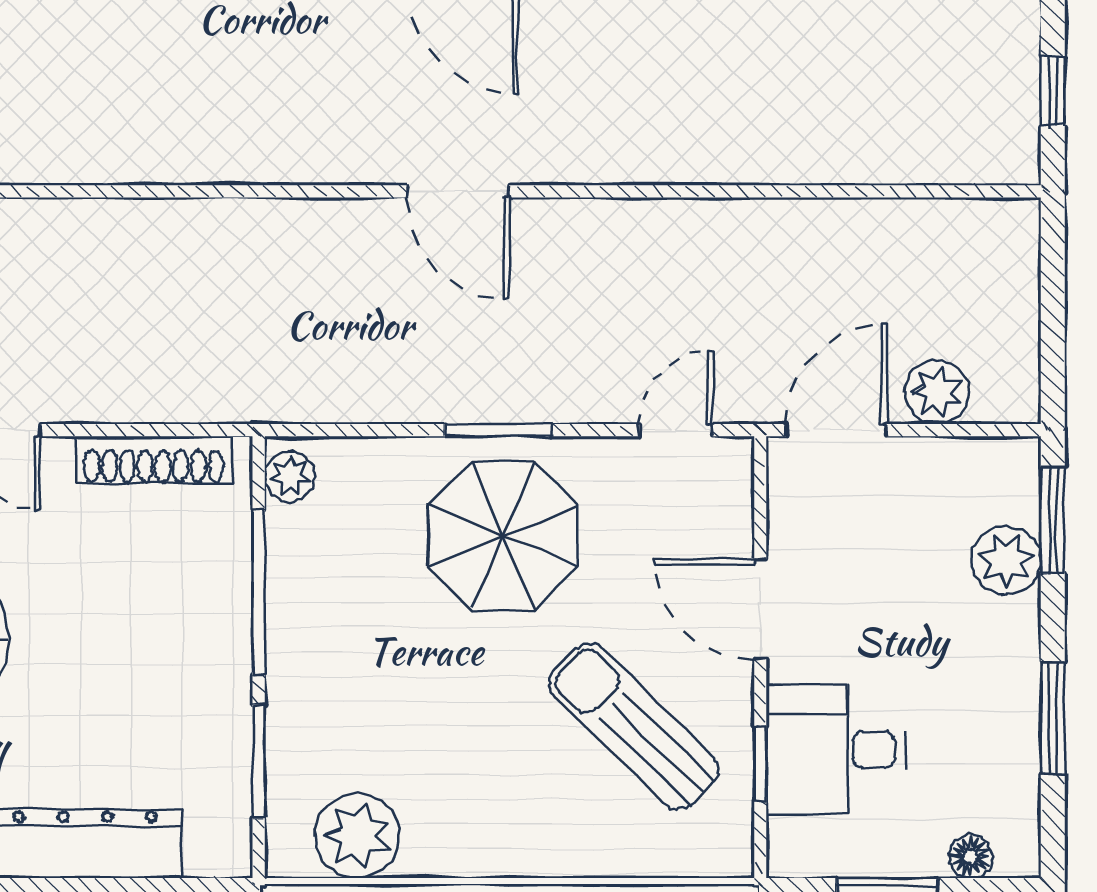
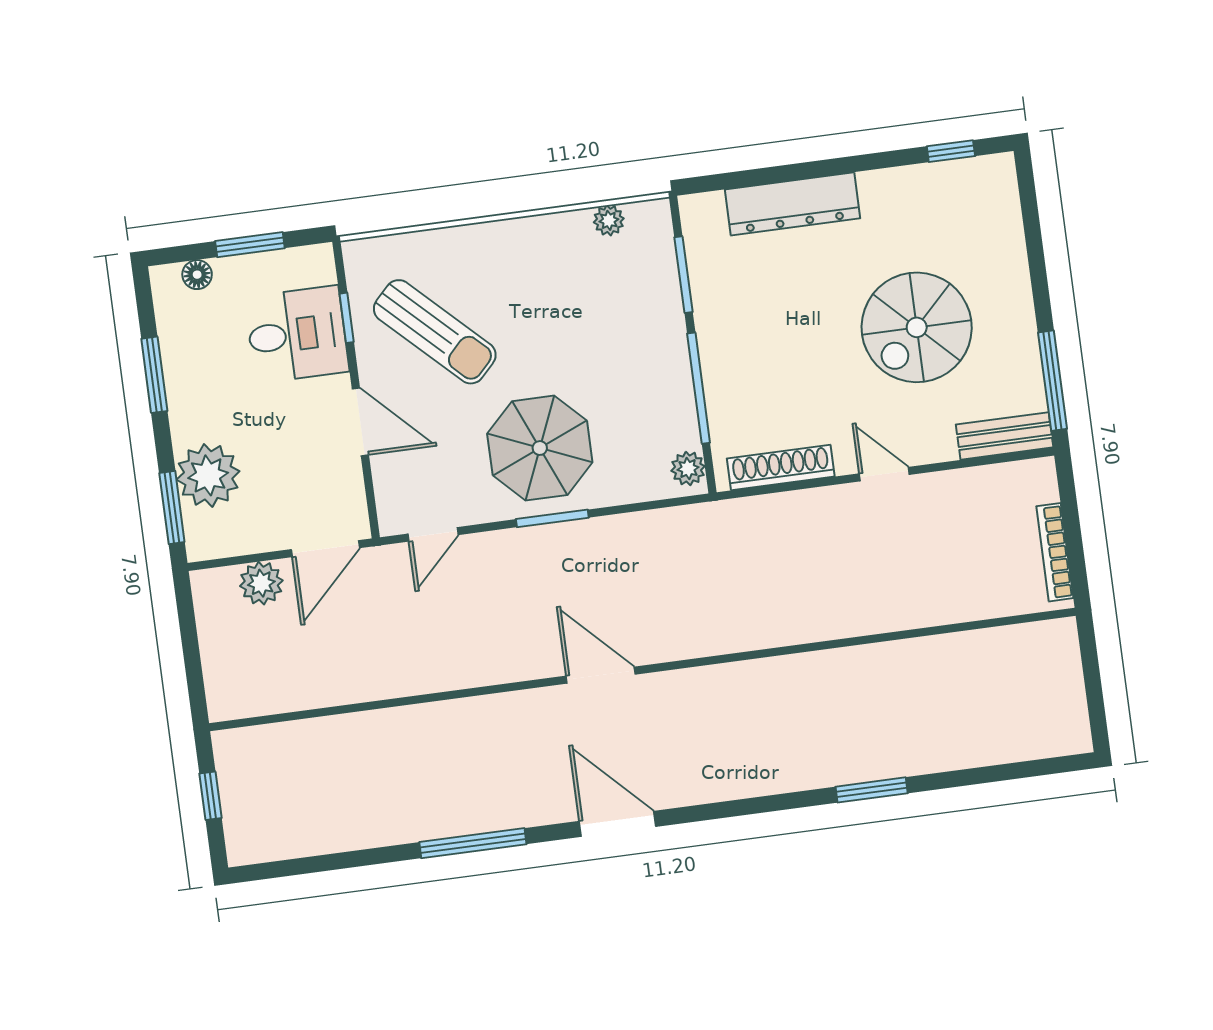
plant: (1006, 560) -> (208, 475), width x1.36, depth x1.36
plant: (357, 836) -> (609, 220), width x0.53, depth x0.53

